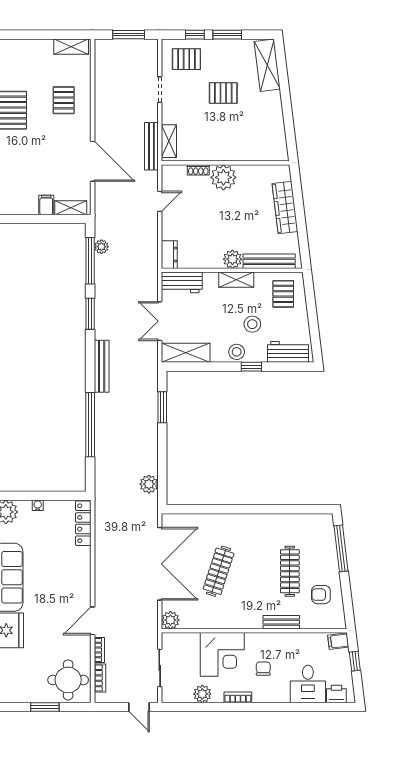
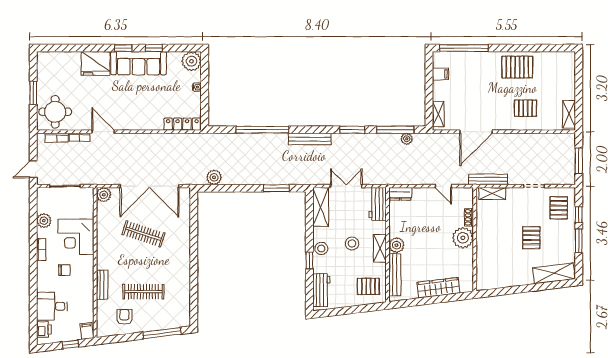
filing cabinet: (46, 205) -> (440, 74), moved
stool: (252, 324) -> (352, 243), moved

